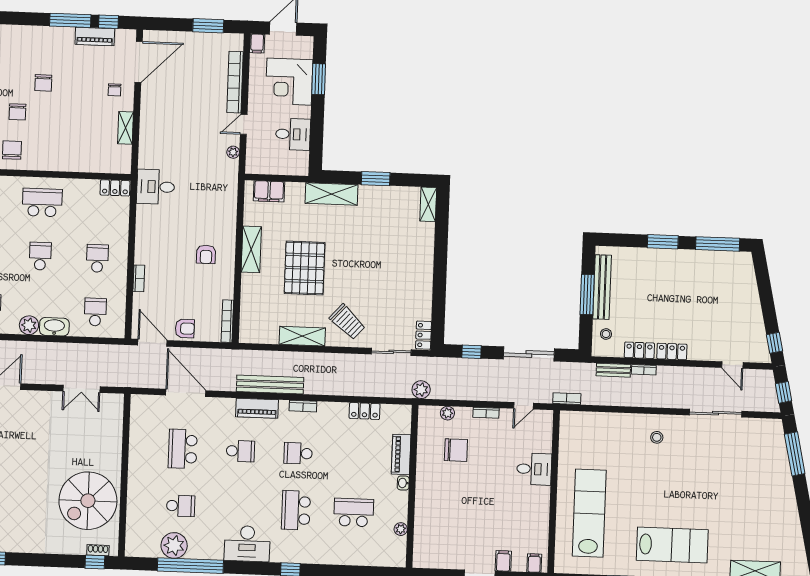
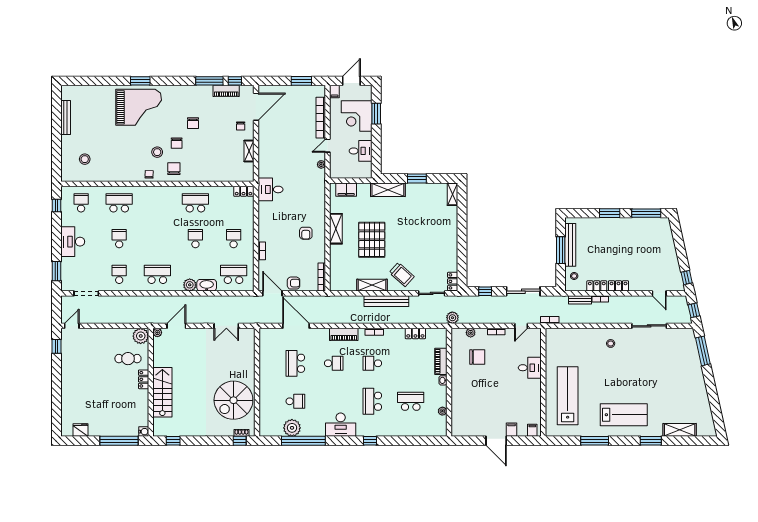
school desk: (95, 312) -> (234, 274), width x1.85
bench: (270, 385) -> (386, 301), moved

